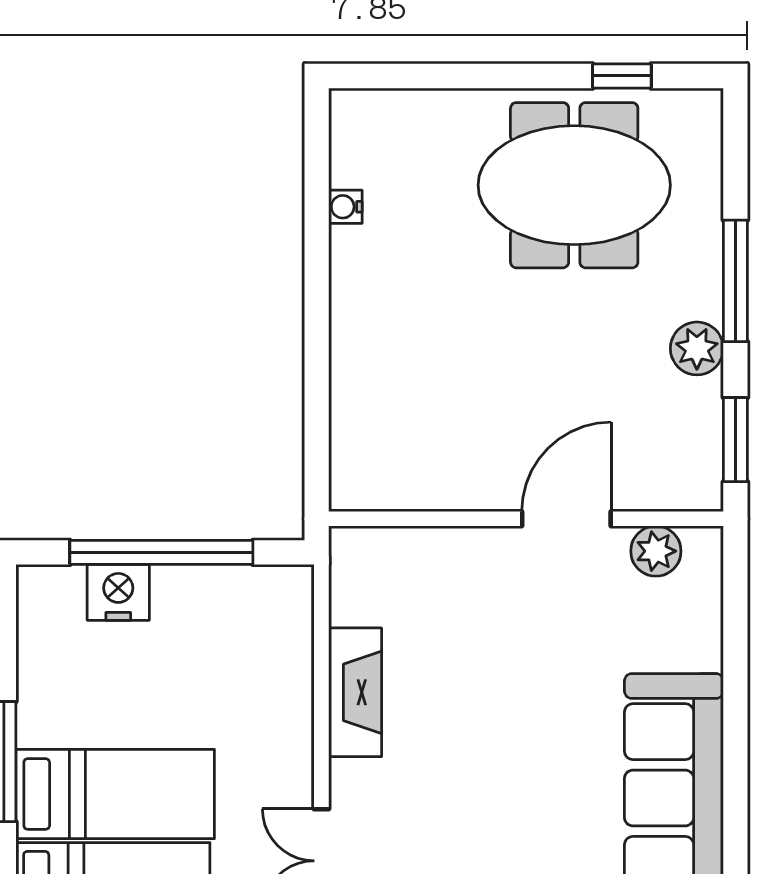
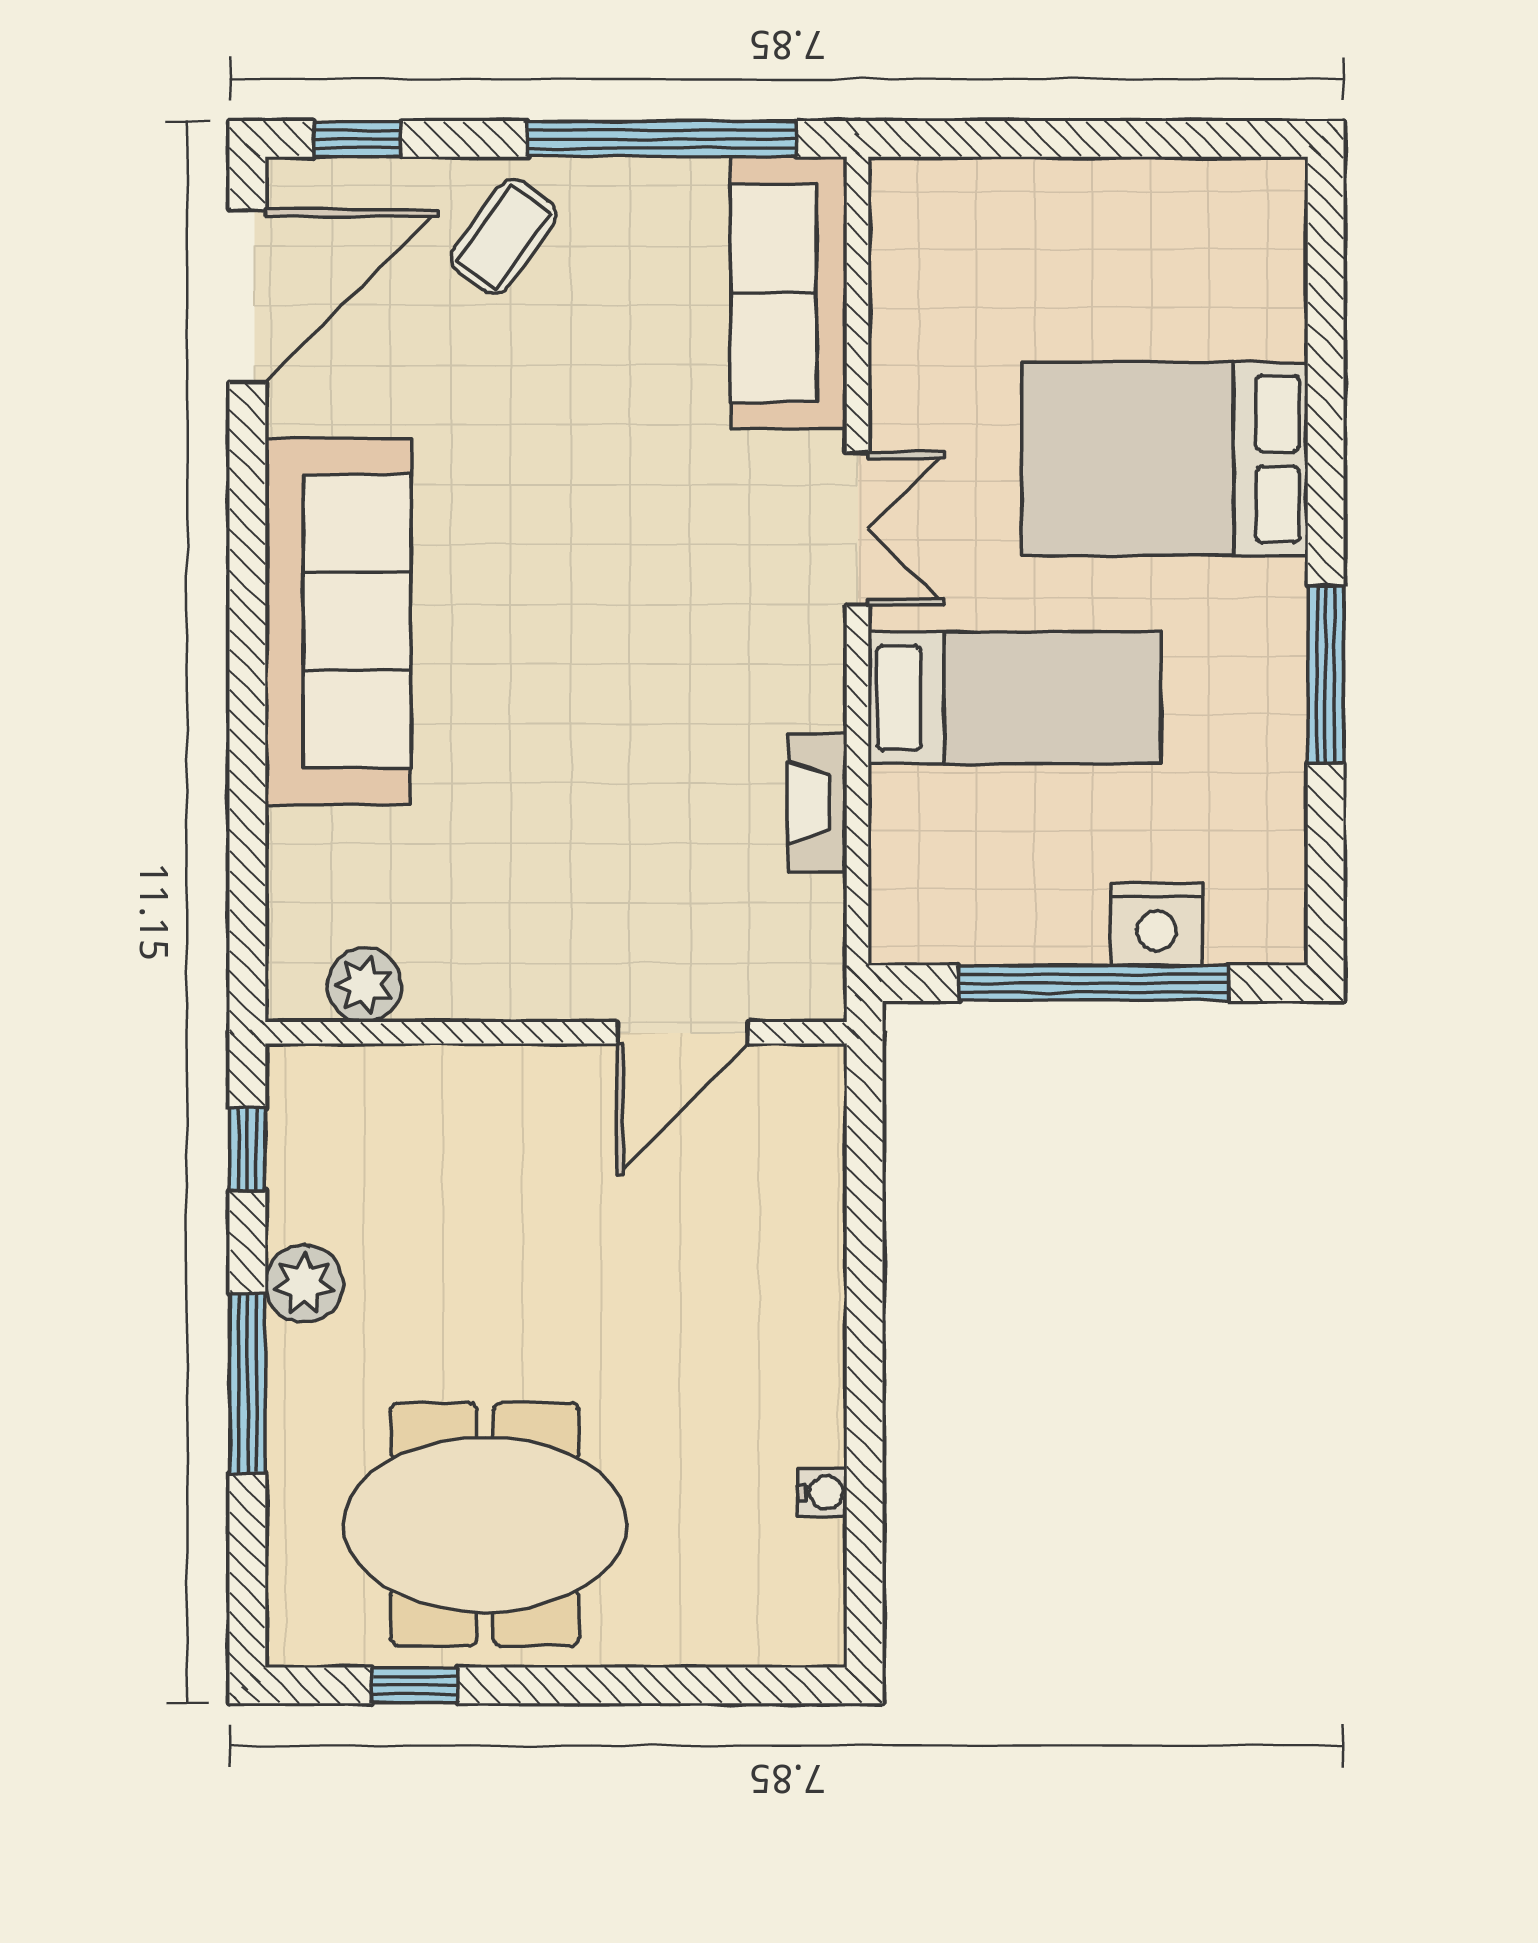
window: (735, 440) -> (247, 1149), width x0.67
door: (566, 519) -> (683, 1033), moved
fireplace: (355, 692) -> (817, 803), width x0.73, depth x0.76
bed: (115, 794) -> (1015, 698), moved, turned 180

